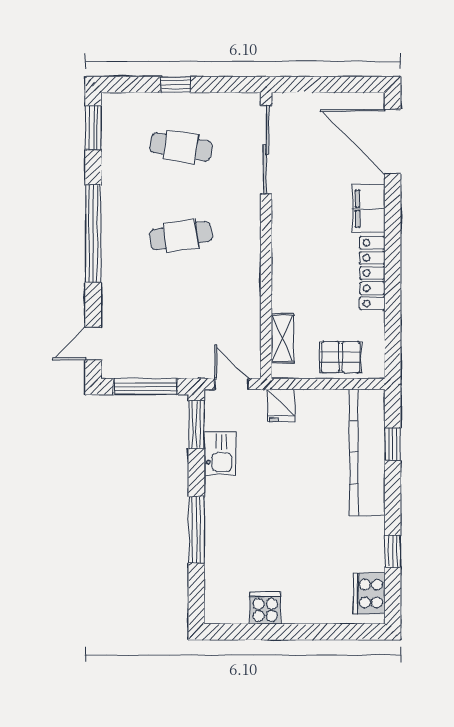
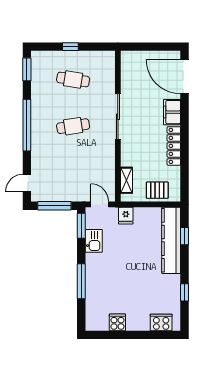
sliding door: (266, 149) -> (118, 117), moved
cooker: (369, 593) -> (161, 322), moved, turned 90

